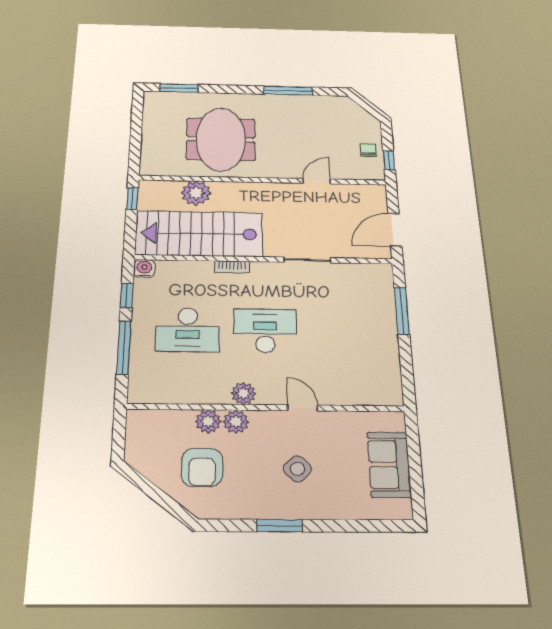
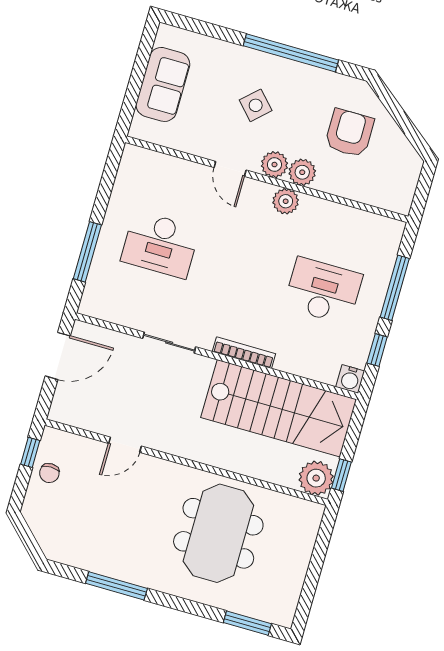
plant: (196, 193) -> (316, 478), moved
bookcase: (232, 267) -> (244, 353), width x1.56
desk: (265, 331) -> (160, 245), moved
plant: (208, 421) -> (274, 165), moved
window: (280, 526) -> (291, 53), width x2.11

